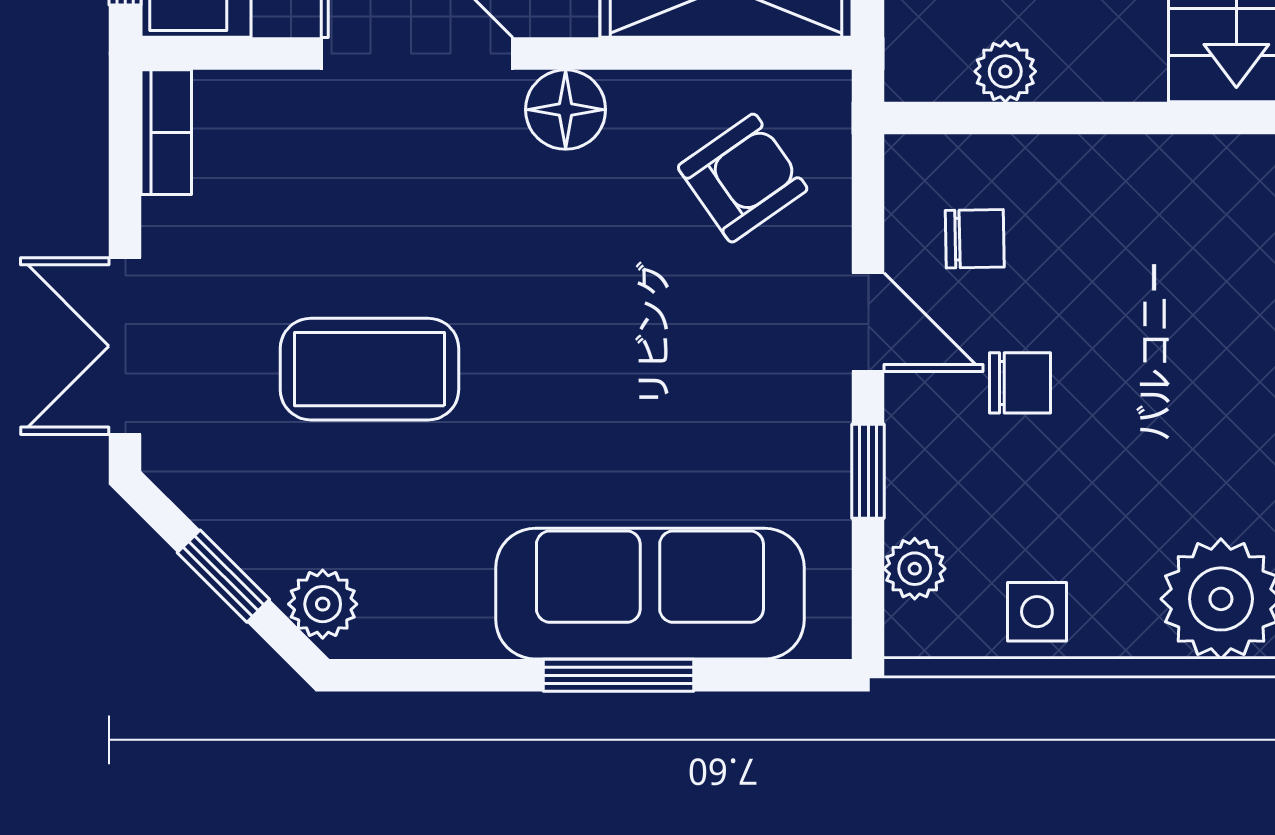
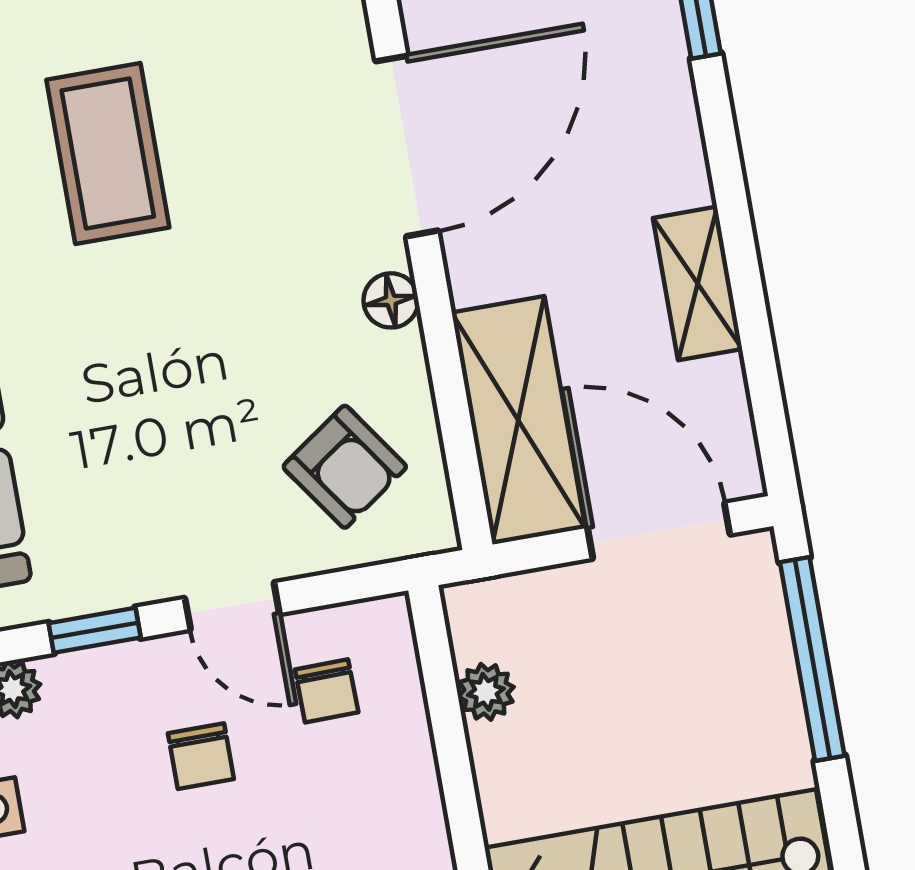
floor lamp: (566, 110) -> (391, 300), width x0.73, depth x0.73
door: (868, 322) -> (232, 606), hinge flipped

